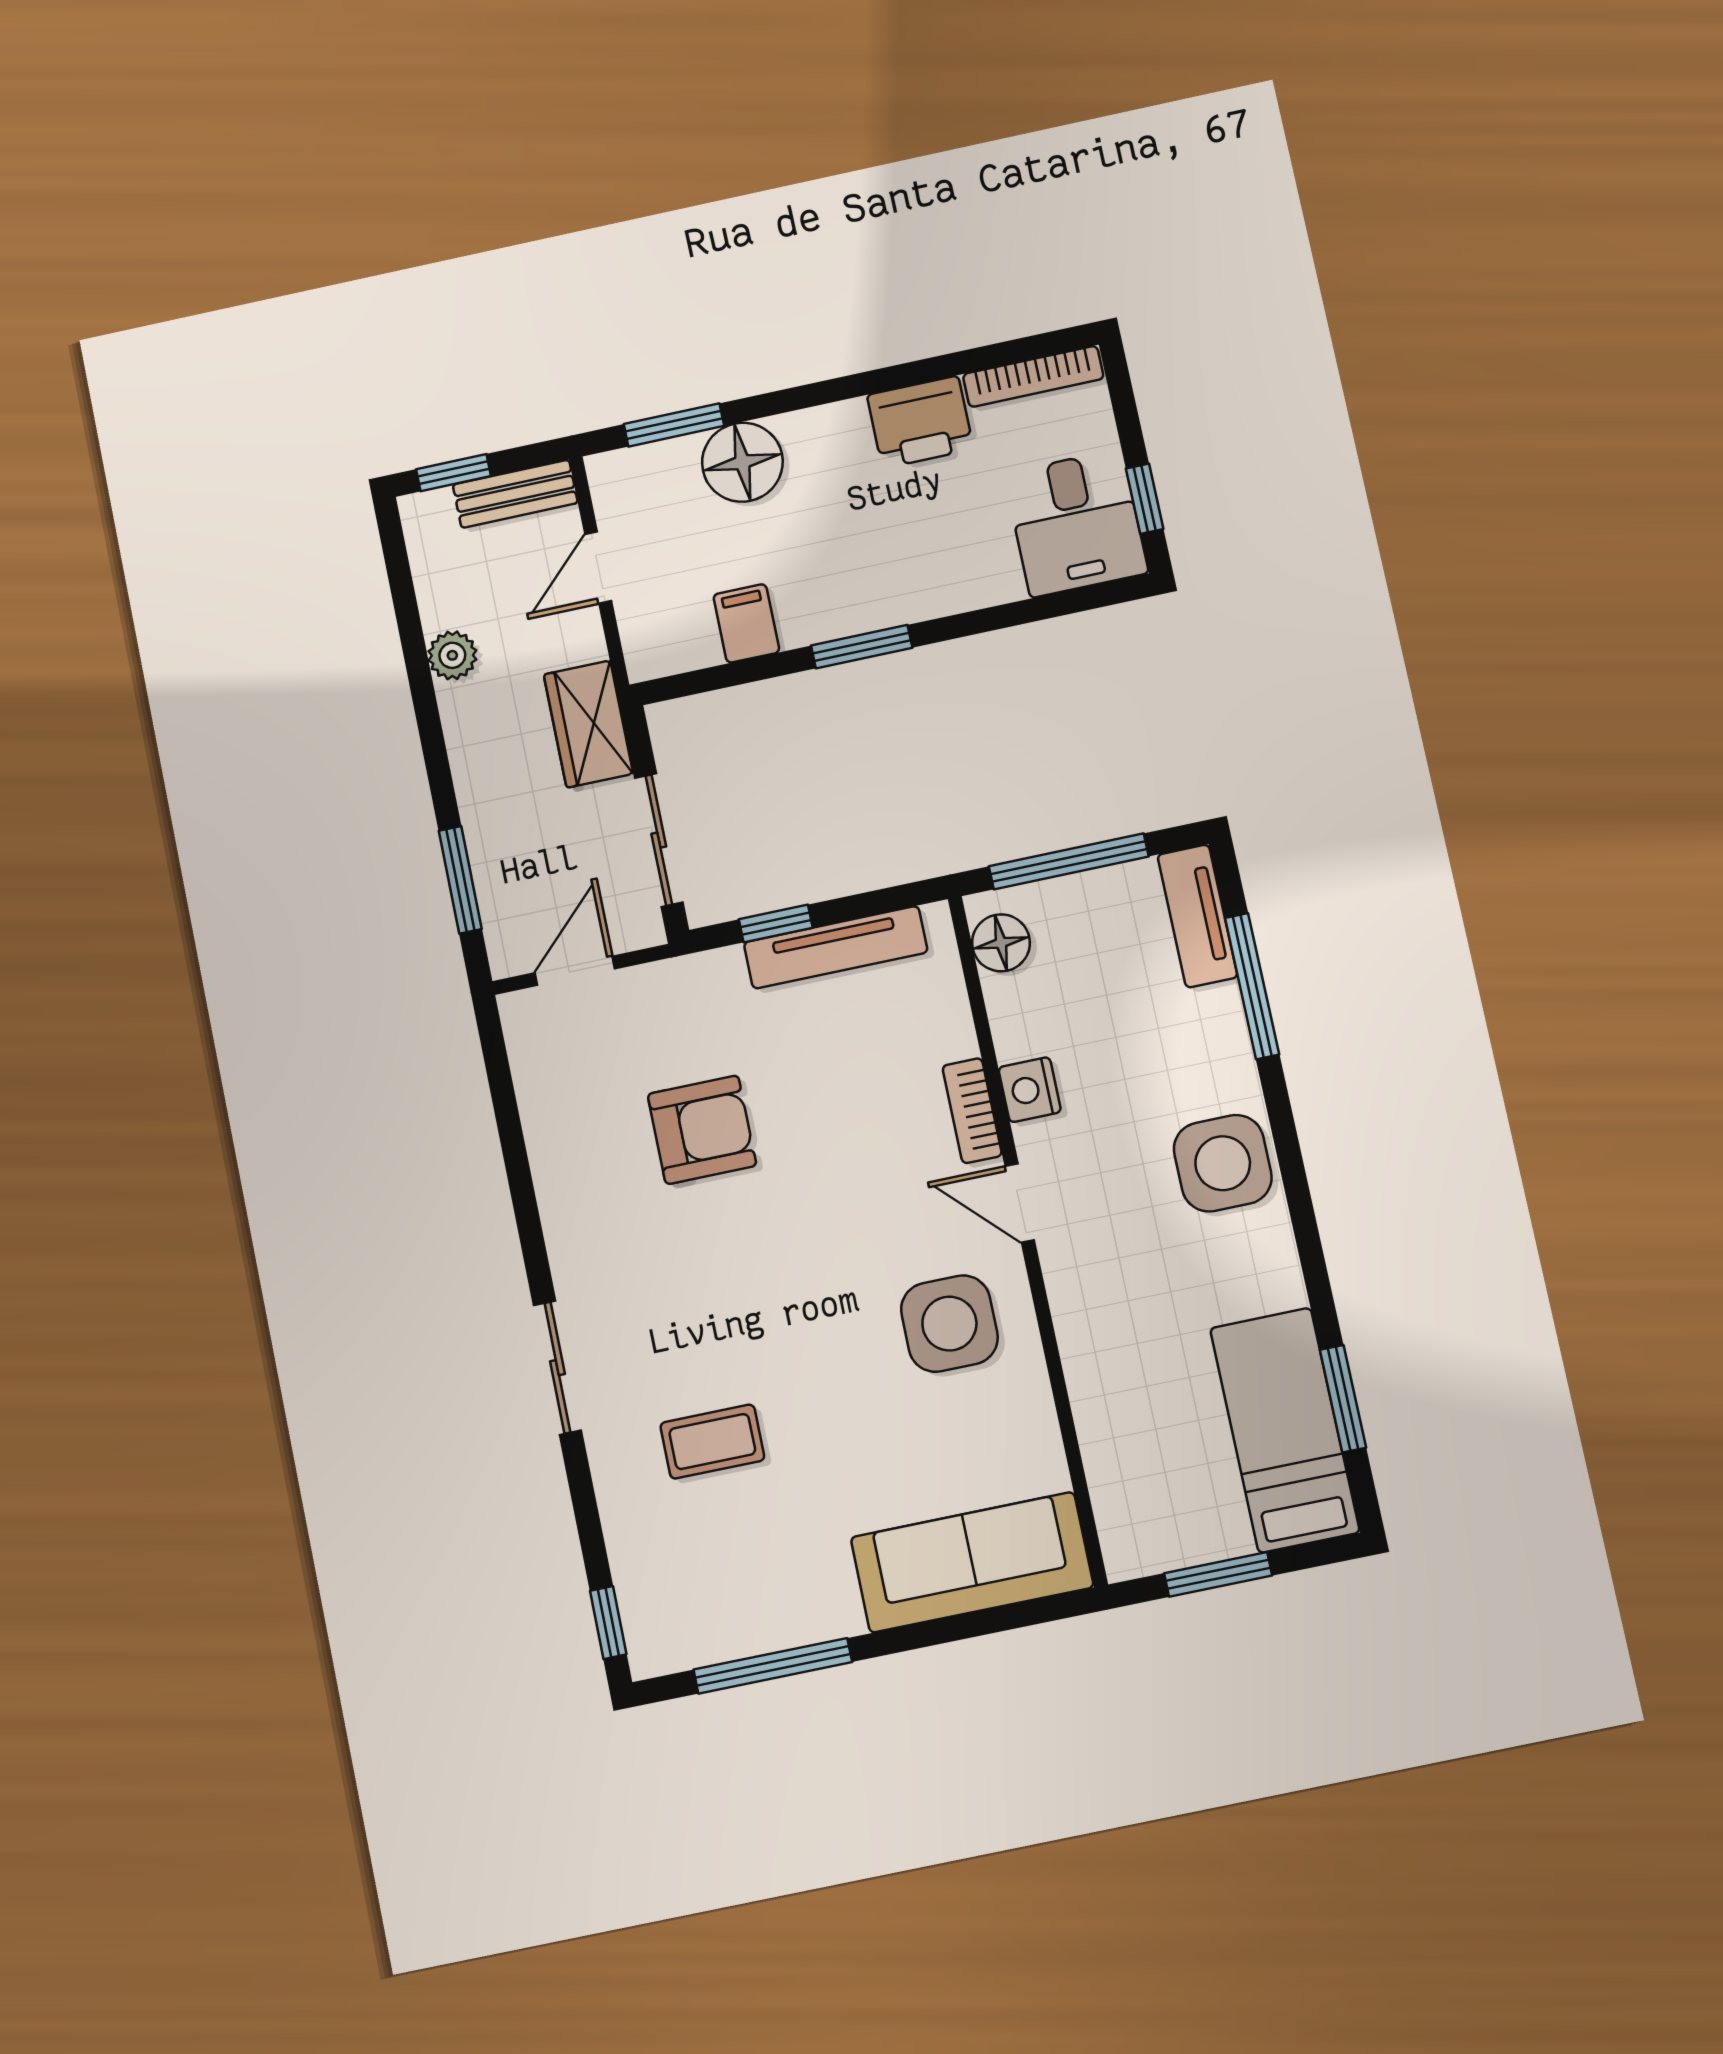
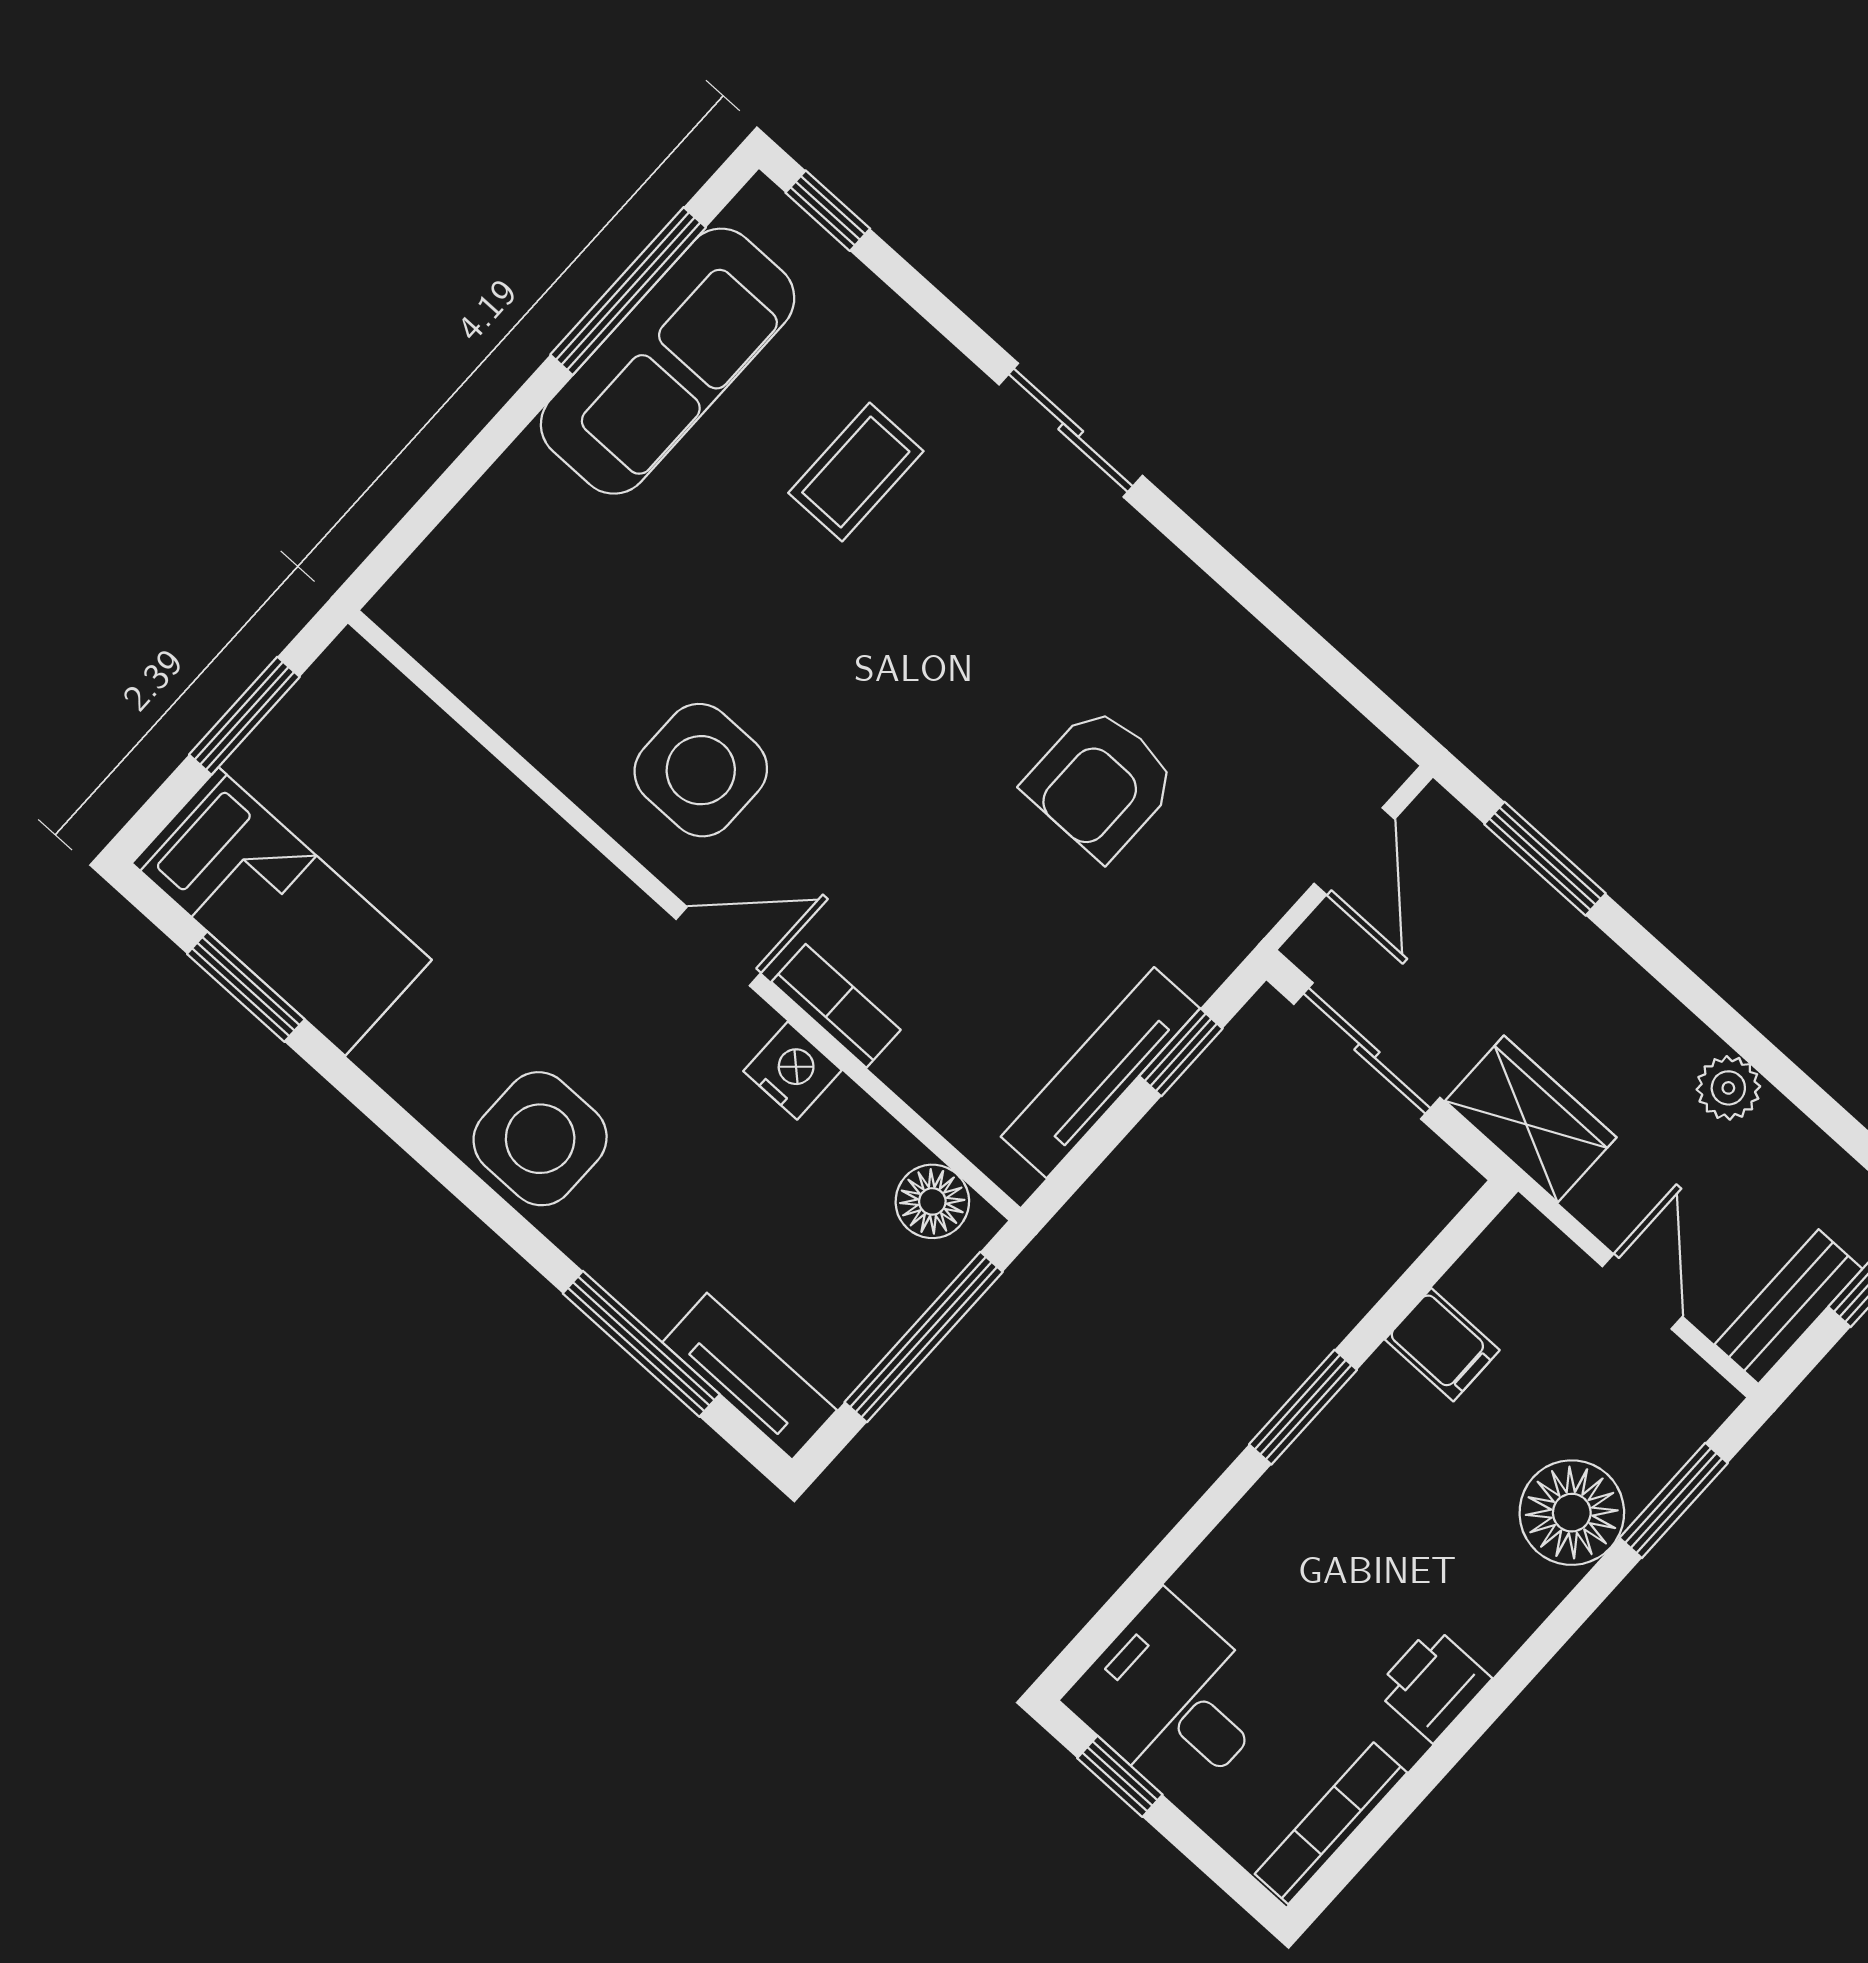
printer: (920, 422) -> (1433, 1684), width x0.73, depth x0.81
sofa: (972, 1562) -> (668, 361), moved

